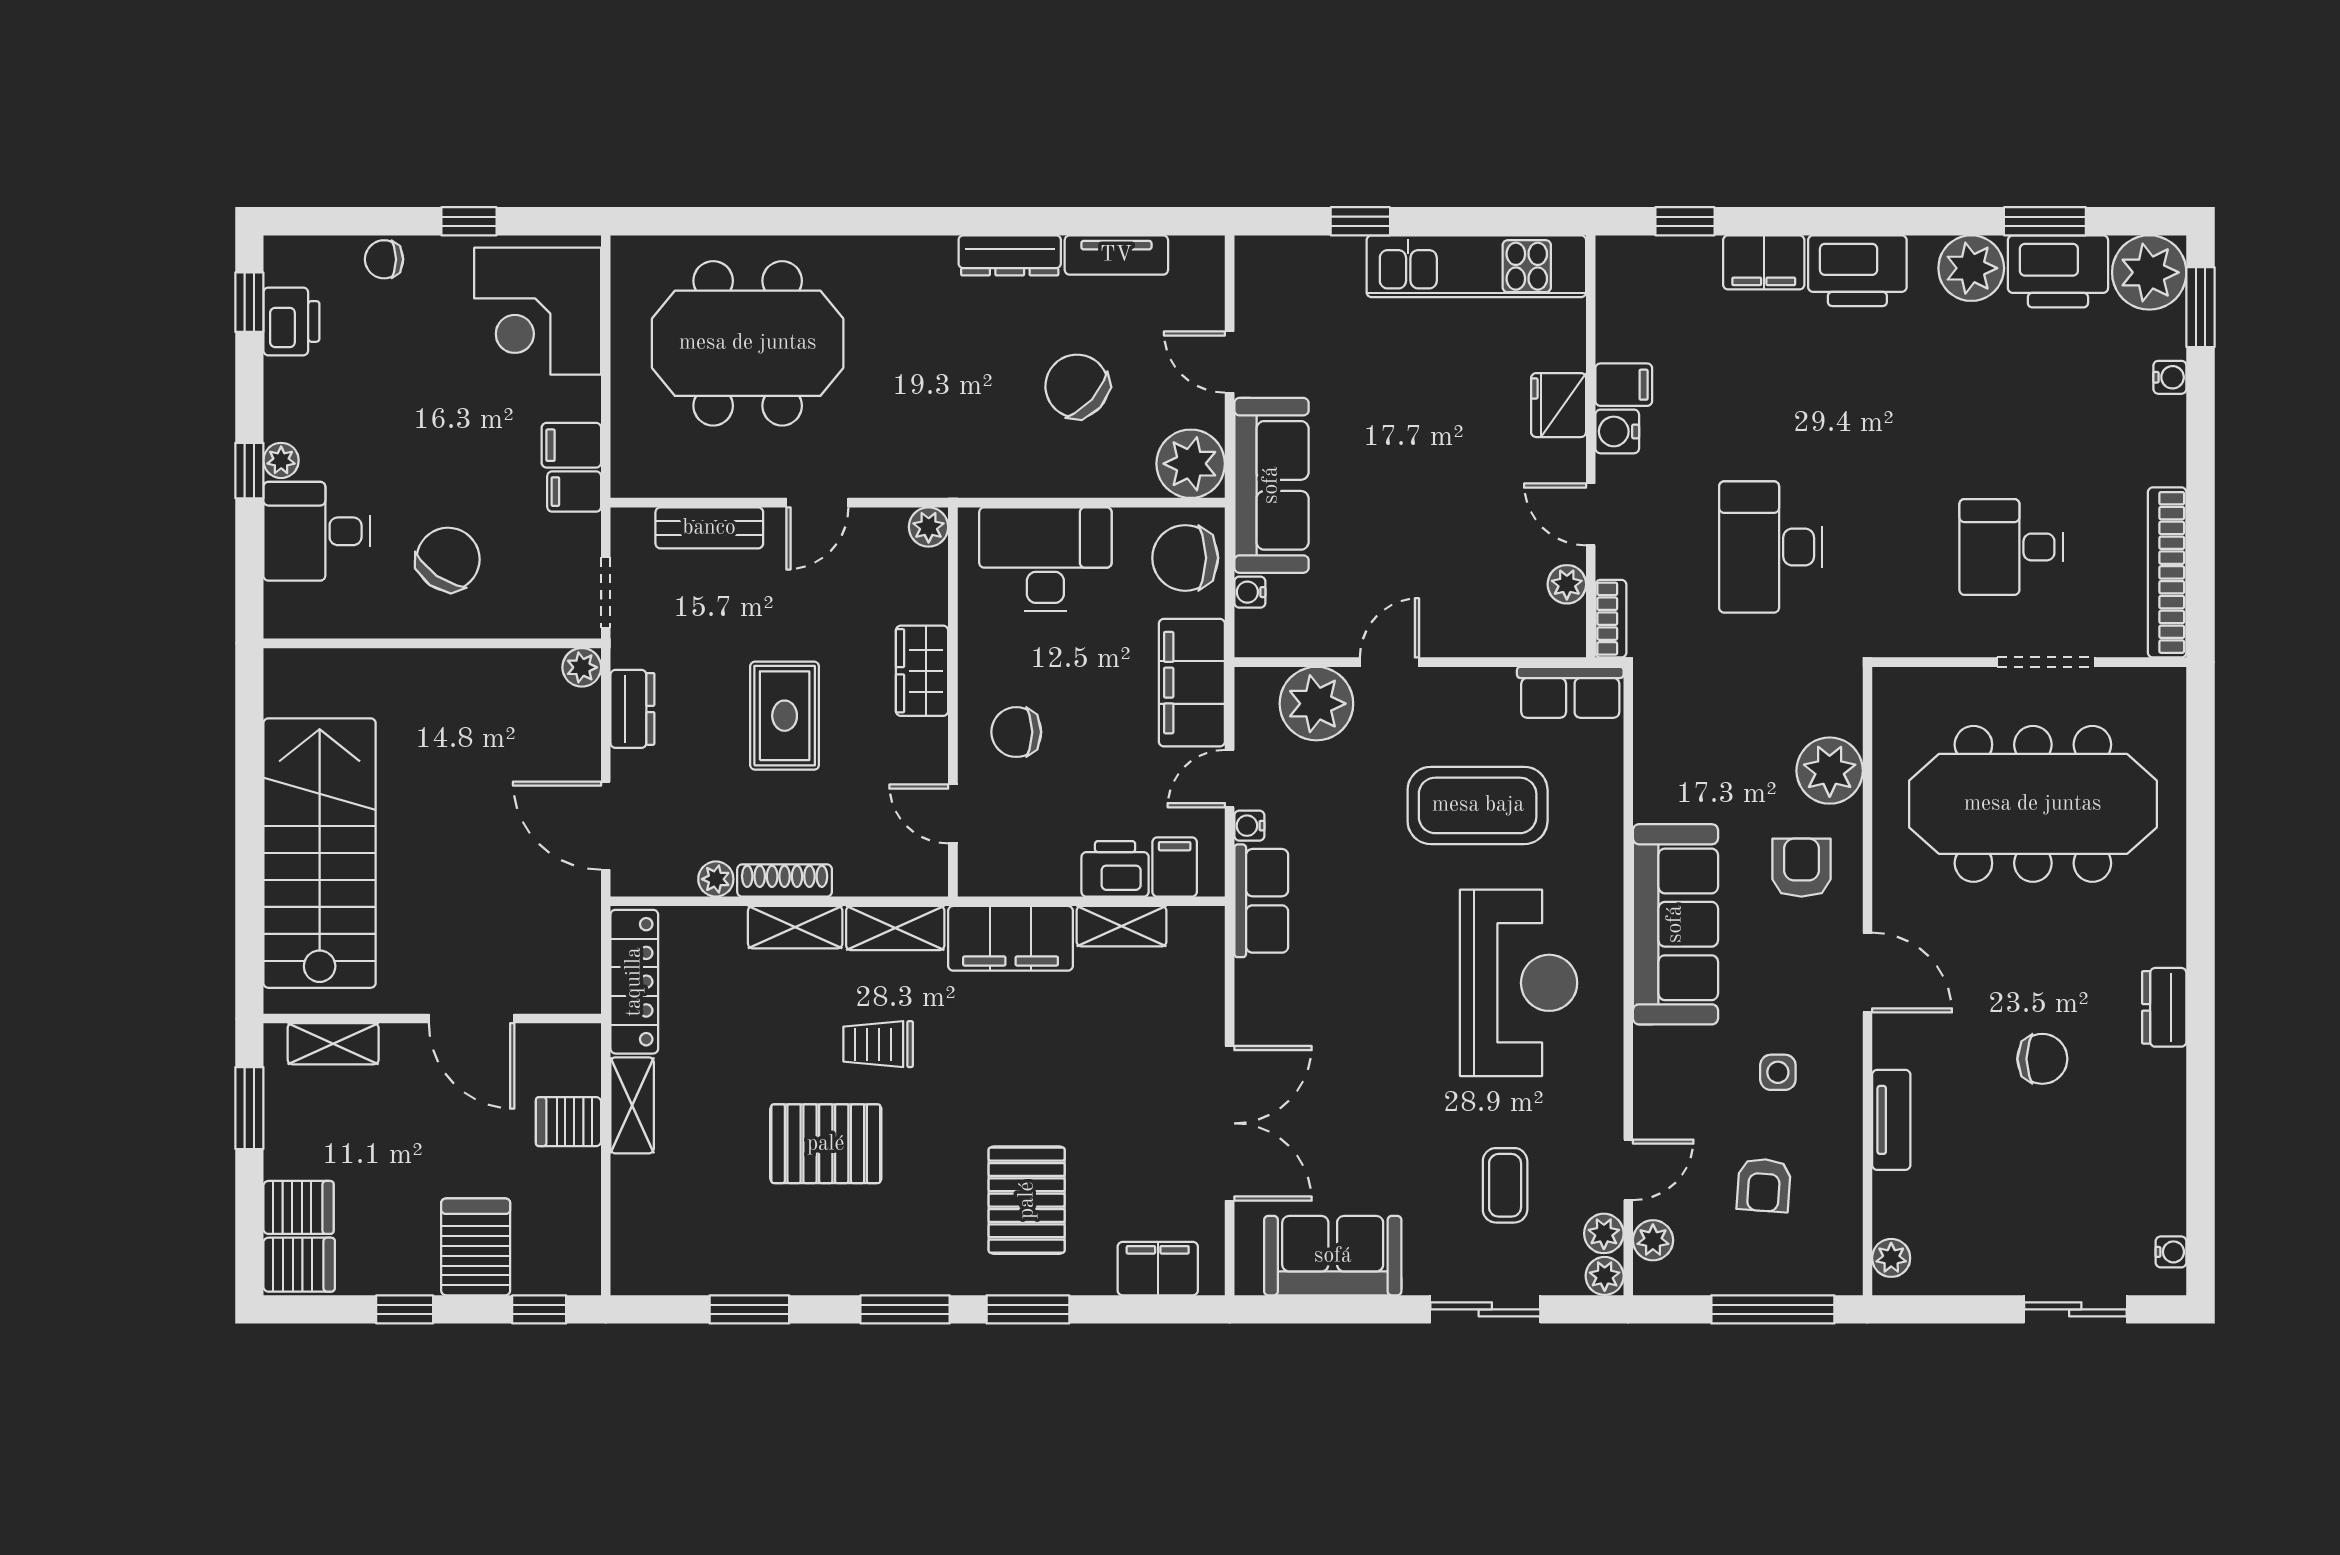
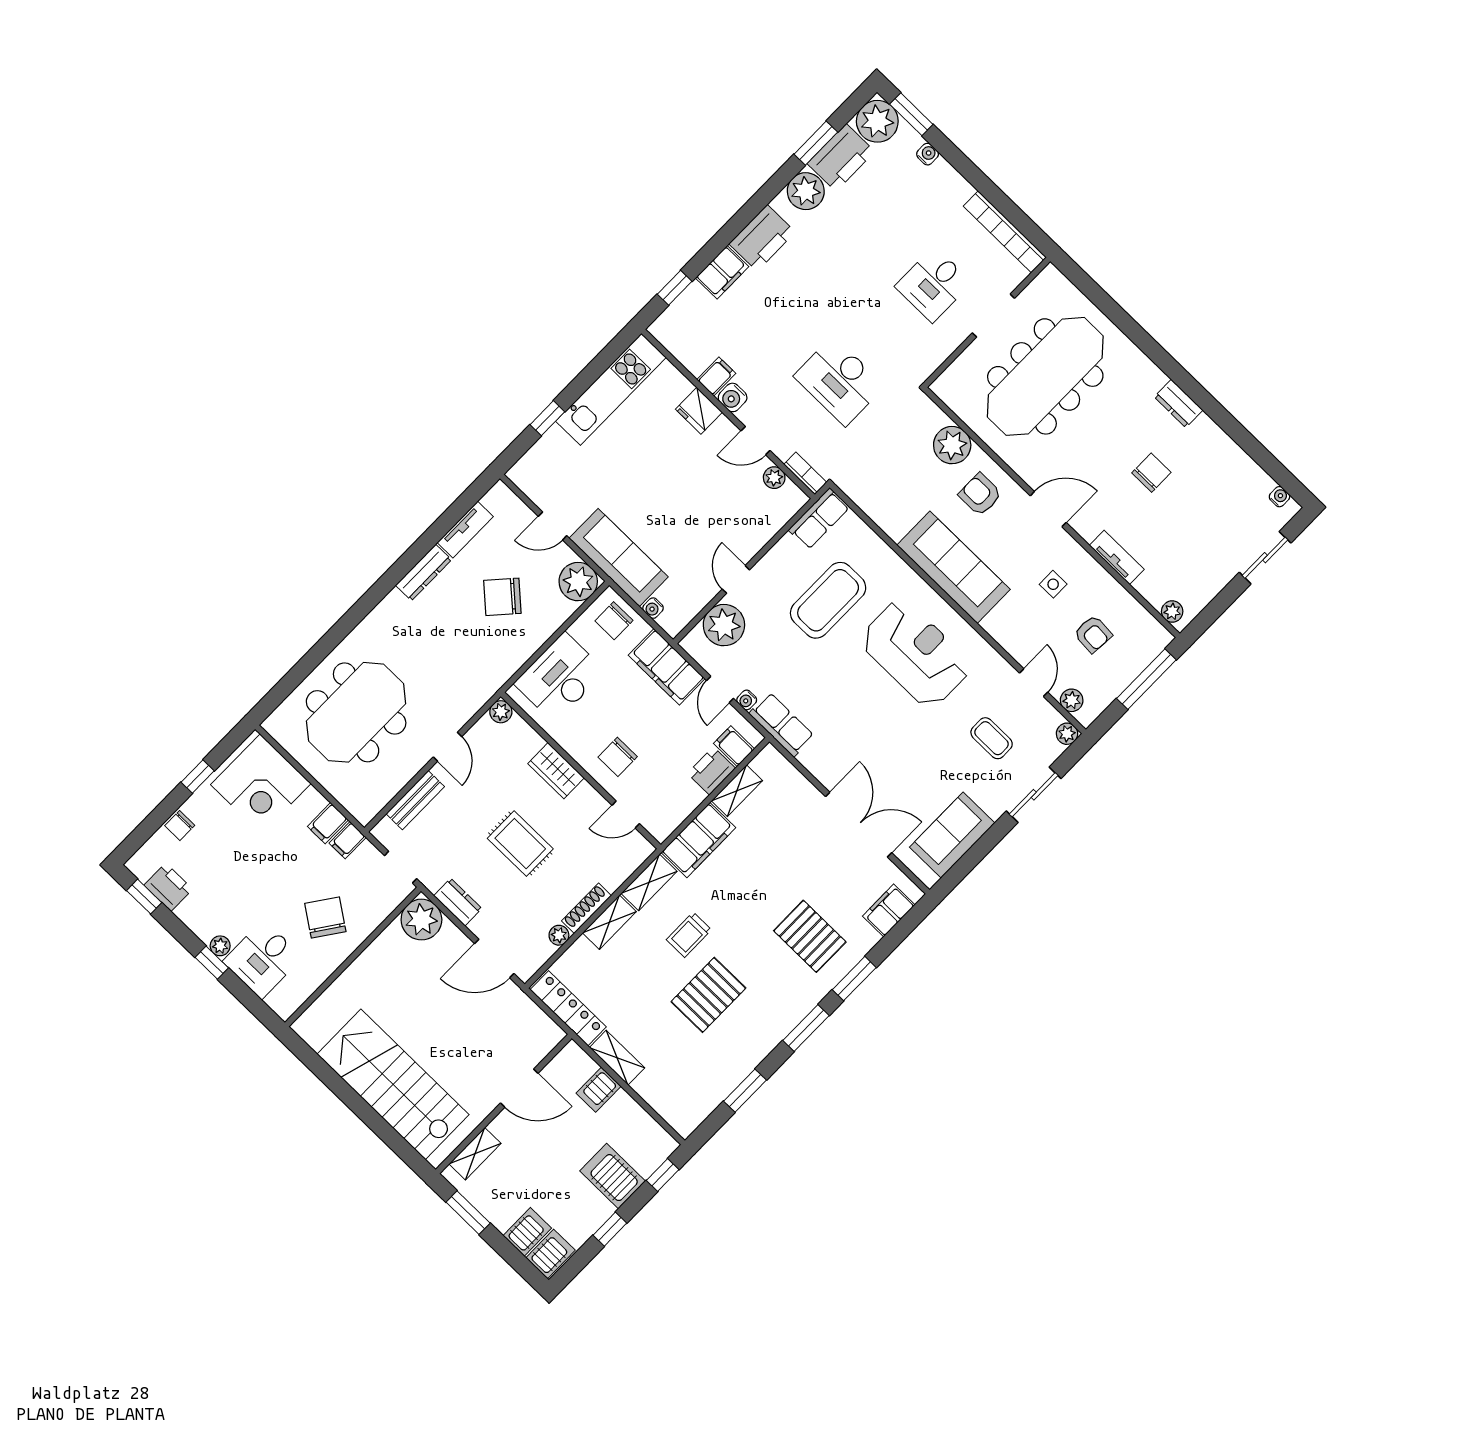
chair: (1185, 558) -> (614, 621), width x0.73, depth x0.73
plant: (582, 667) -> (421, 920), width x1.88, depth x1.88
plant: (1604, 1233) -> (1050, 717), removed

